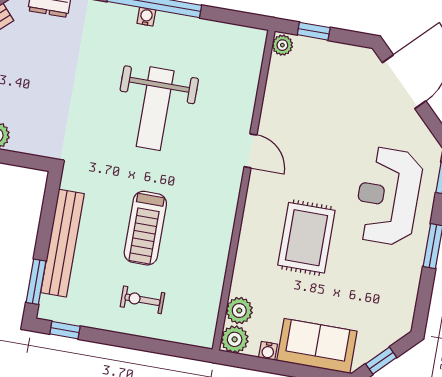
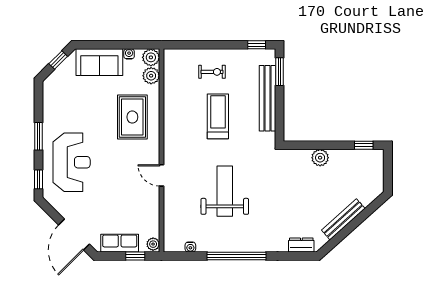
water cooler: (146, 17) -> (190, 247), moved
row of seats: (335, 56) -> (120, 243), added
rug: (306, 238) -> (132, 117), moved

